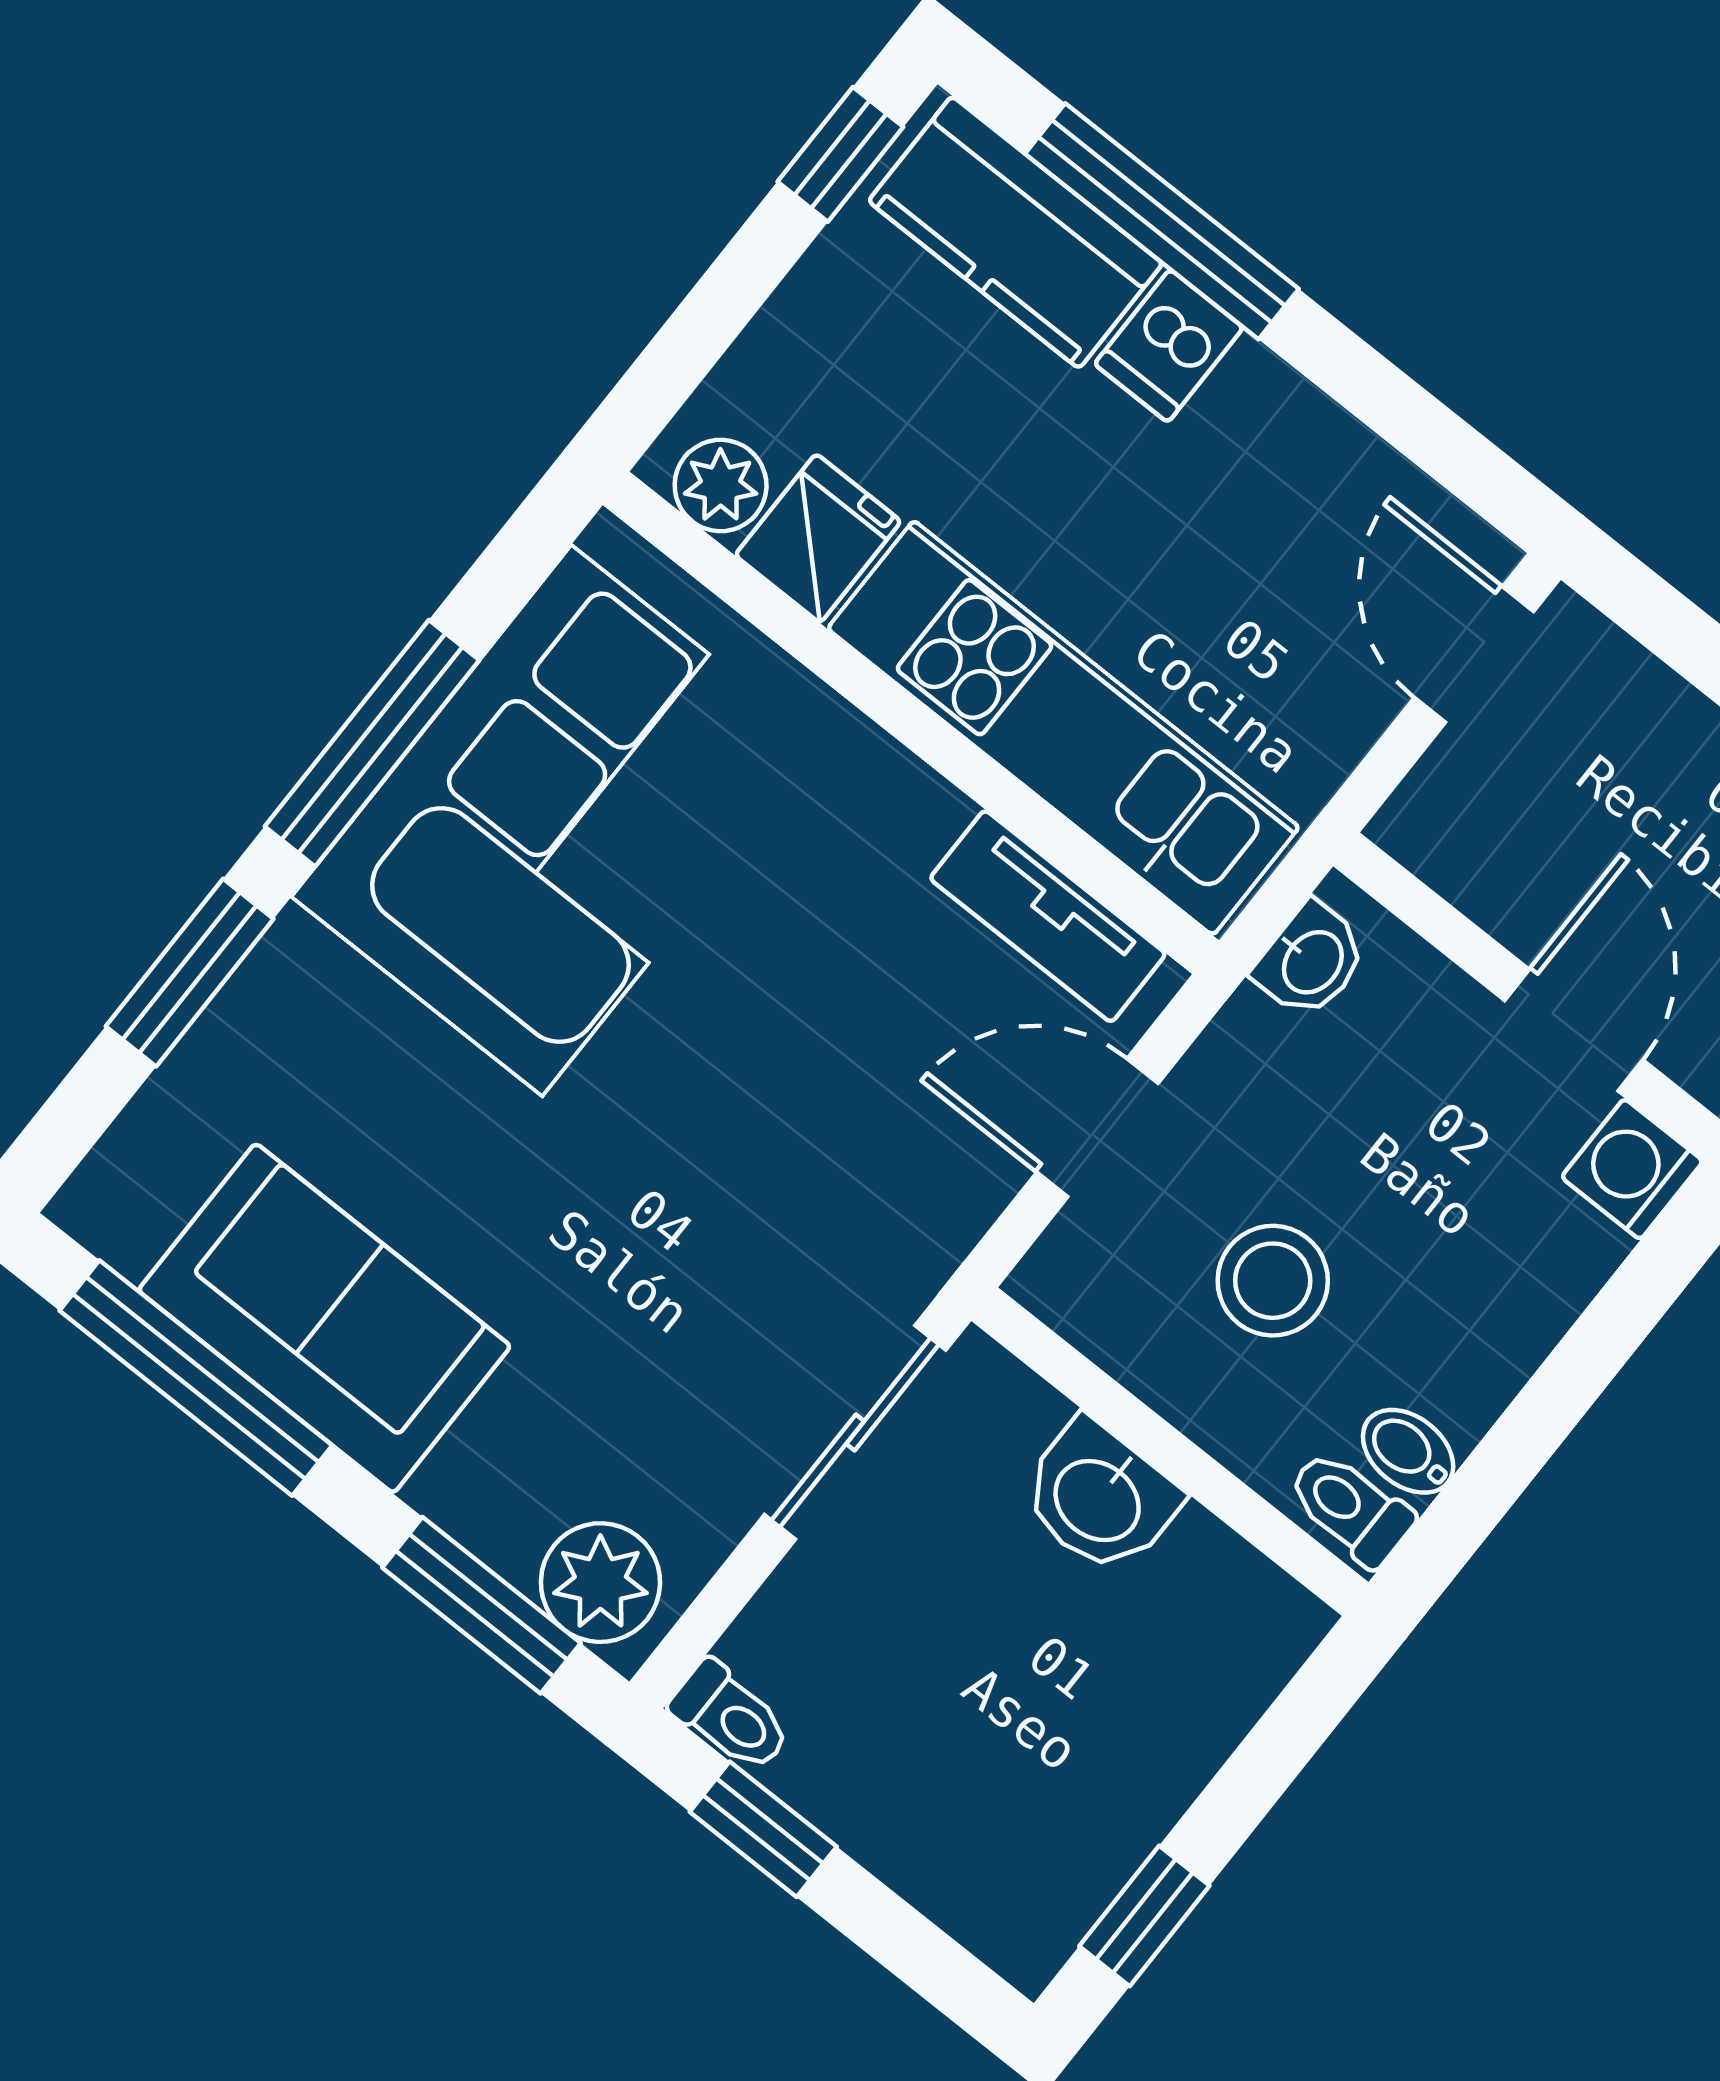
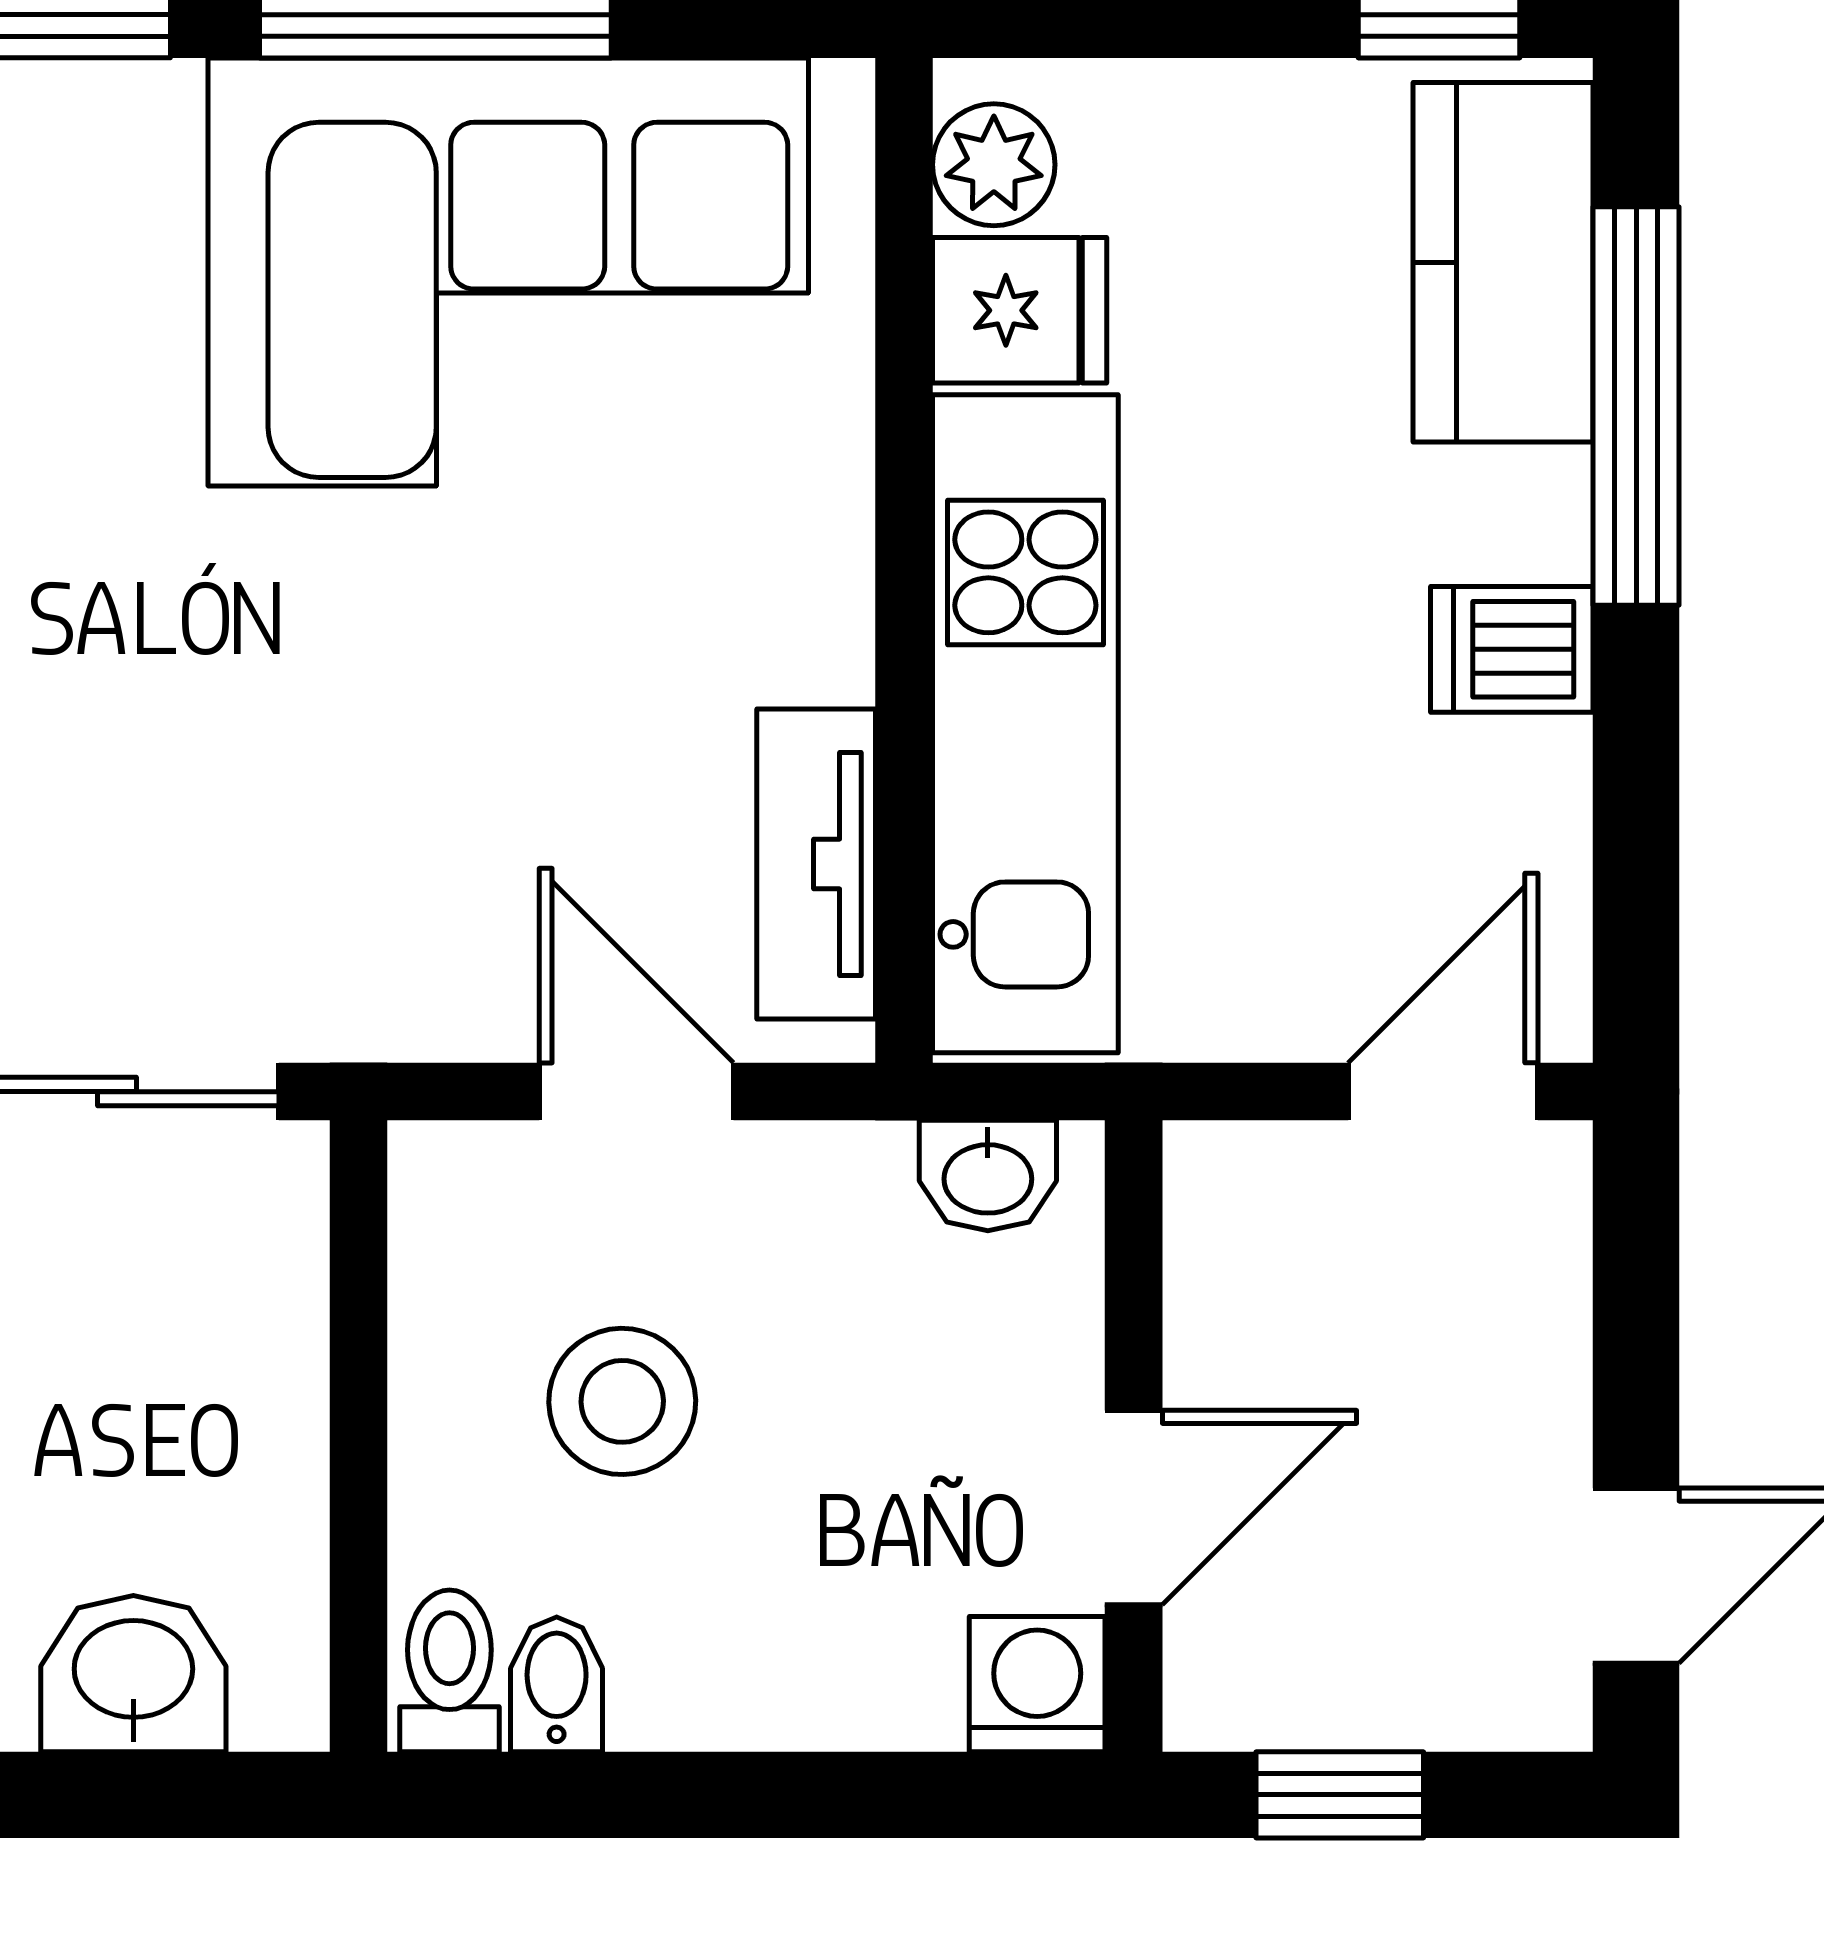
dishwasher: (1169, 346) -> (1512, 649), moved
washbasin: (1099, 1498) -> (133, 1674), moved, turned 90

